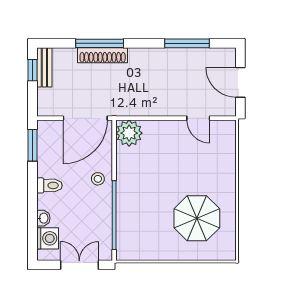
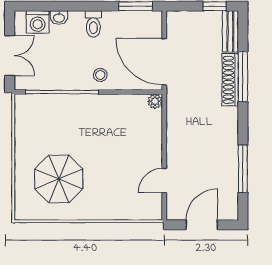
bench: (44, 67) -> (230, 31), moved, turned 90
plant: (129, 133) -> (155, 101), width x0.53, depth x0.53

